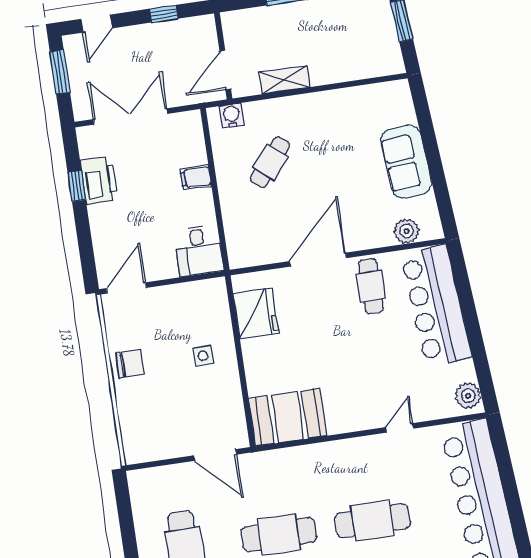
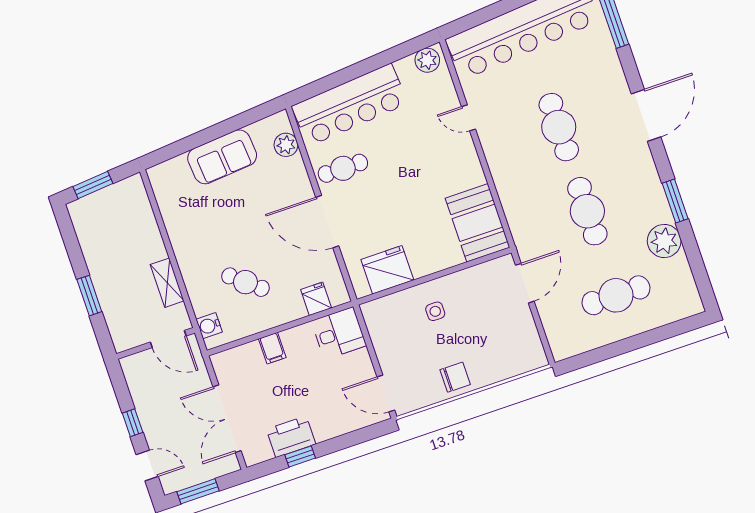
window: (164, 14) -> (133, 423), moved
fridge: (239, 233) -> (316, 299), added
chair: (130, 364) -> (455, 377), turned 90

